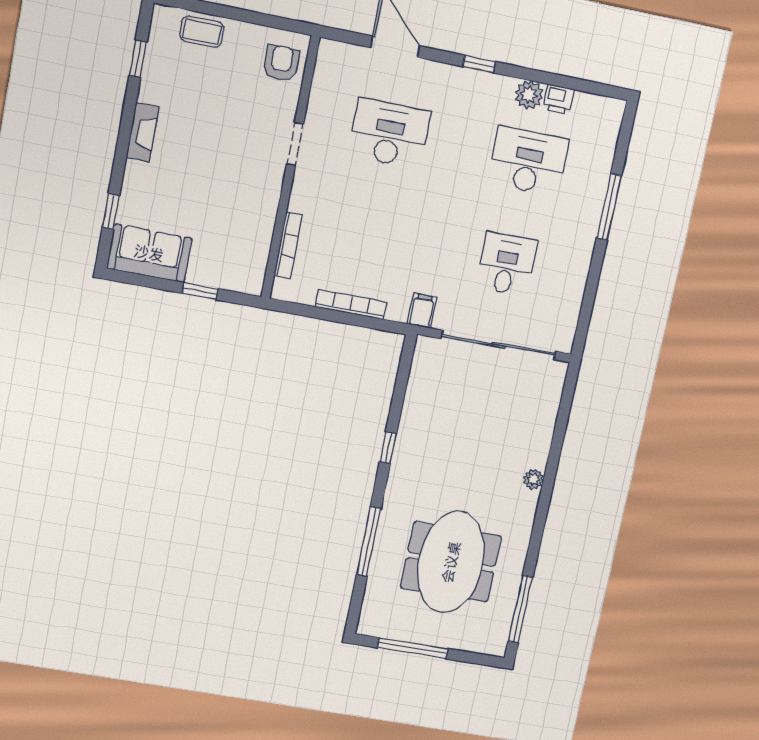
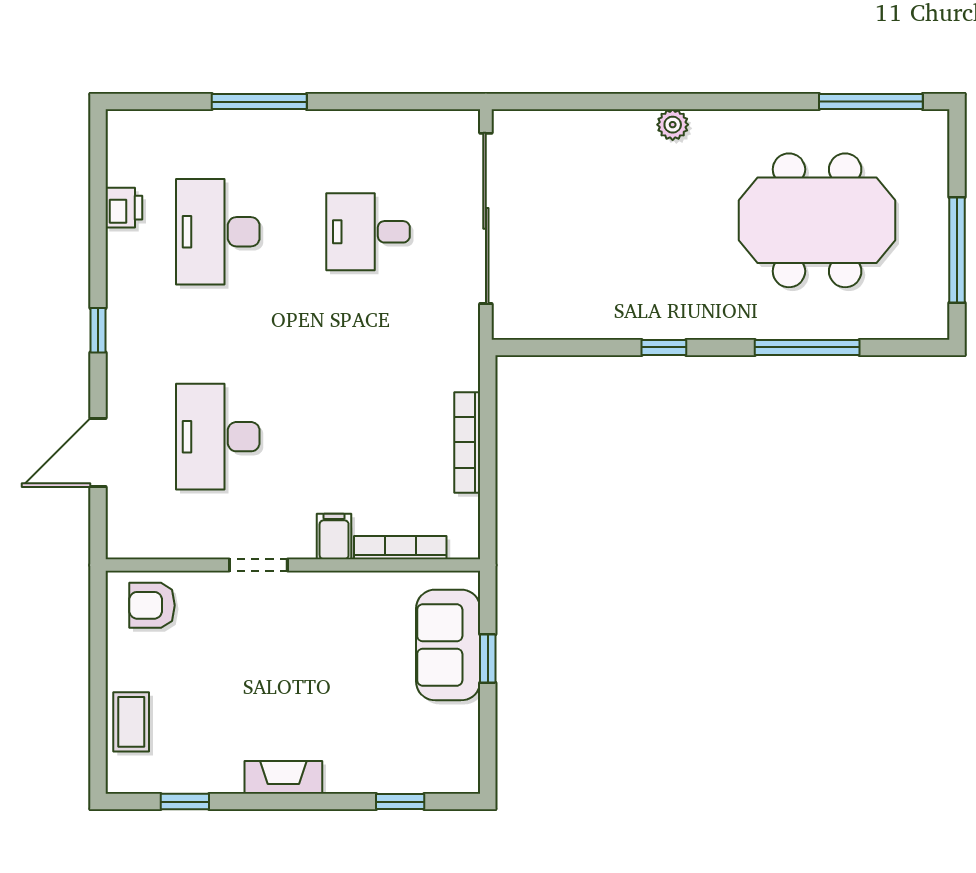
plant: (529, 95) -> (126, 251), removed
sofa: (149, 253) -> (448, 645), moved
filing cabinet: (422, 311) -> (334, 537), moved, turned 90

